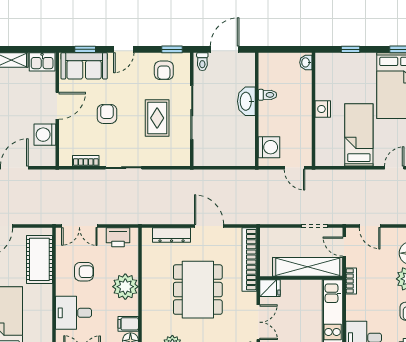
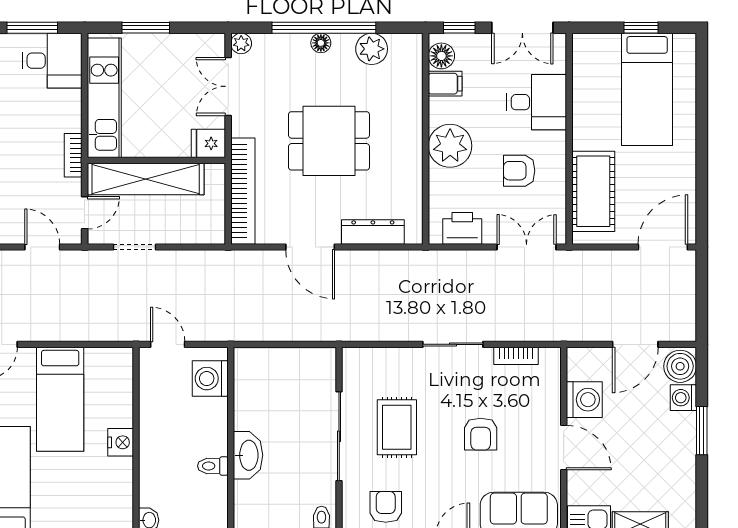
door: (57, 106) -> (564, 448), swing flipped
door: (344, 247) -> (85, 213), hinge flipped
dining table: (198, 290) -> (329, 141), width x0.73

